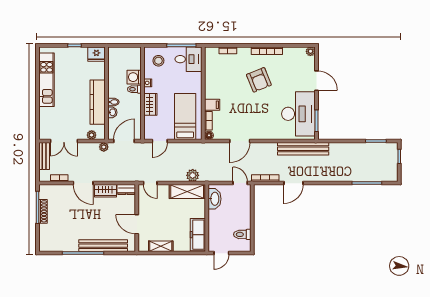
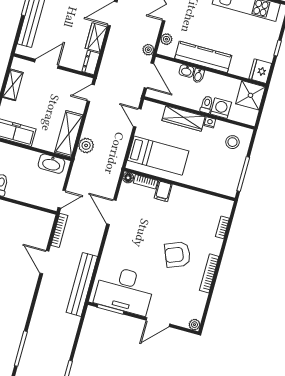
shower: (118, 57) -> (250, 95), added
desk: (189, 59) -> (225, 178), removed
wardrobe: (150, 104) -> (184, 119), width x1.50

